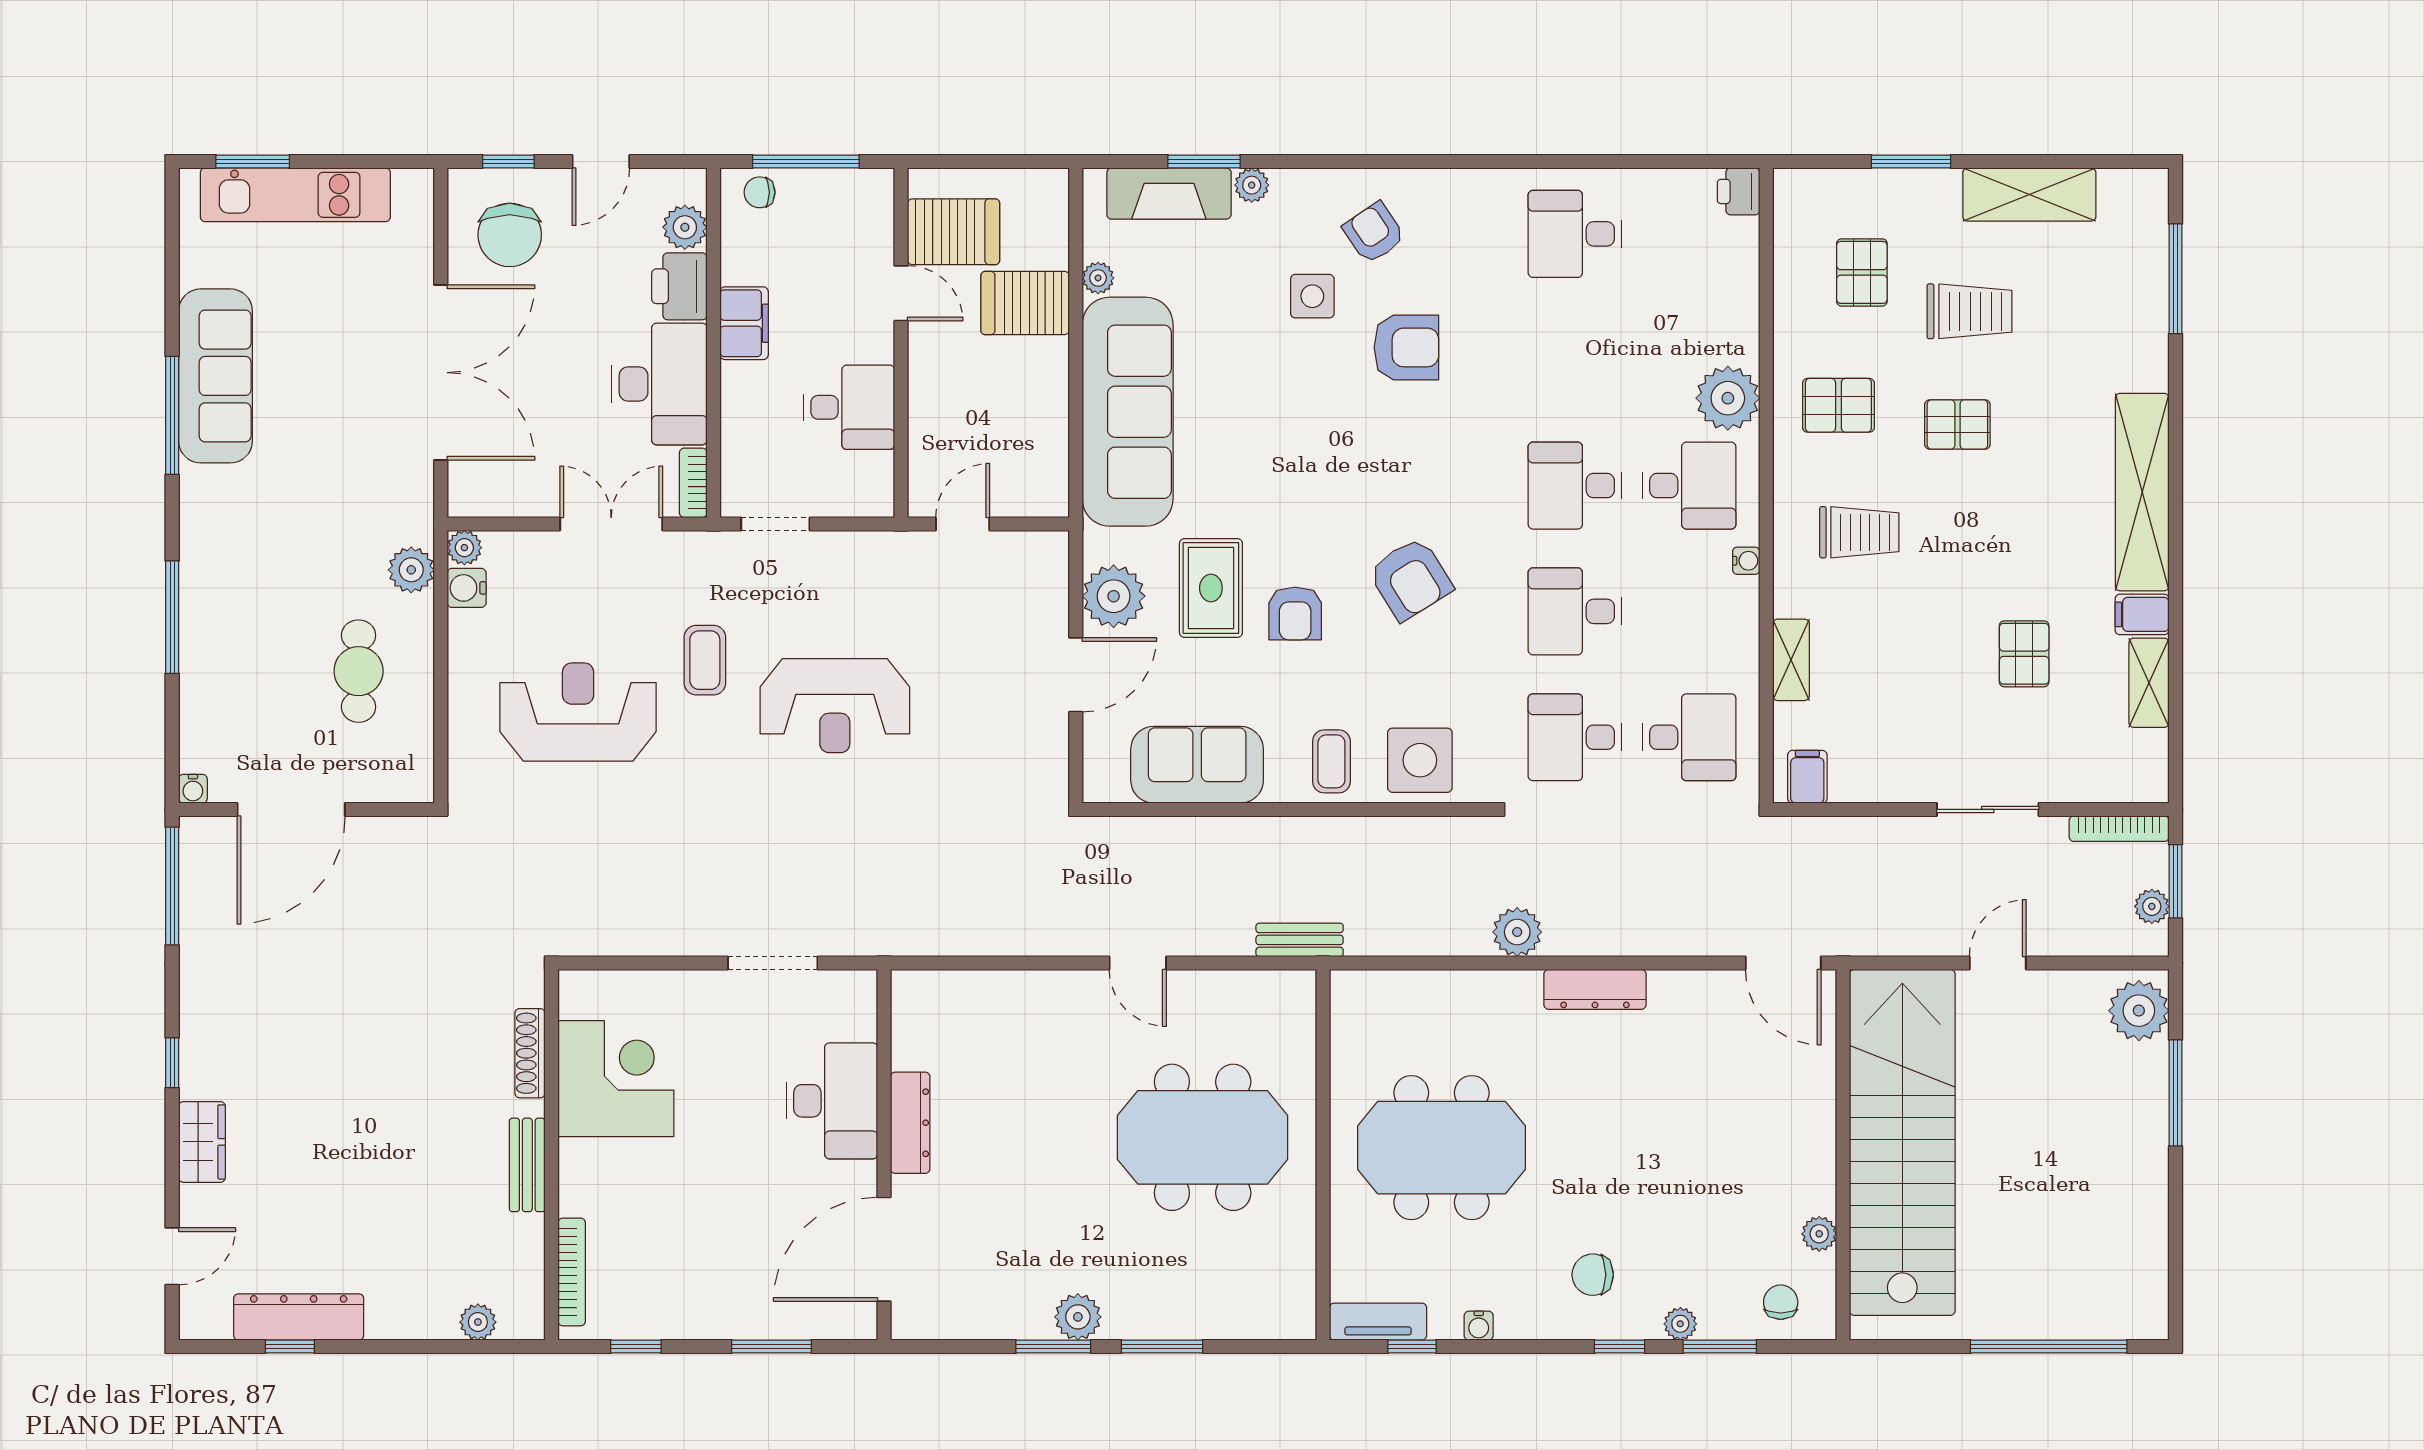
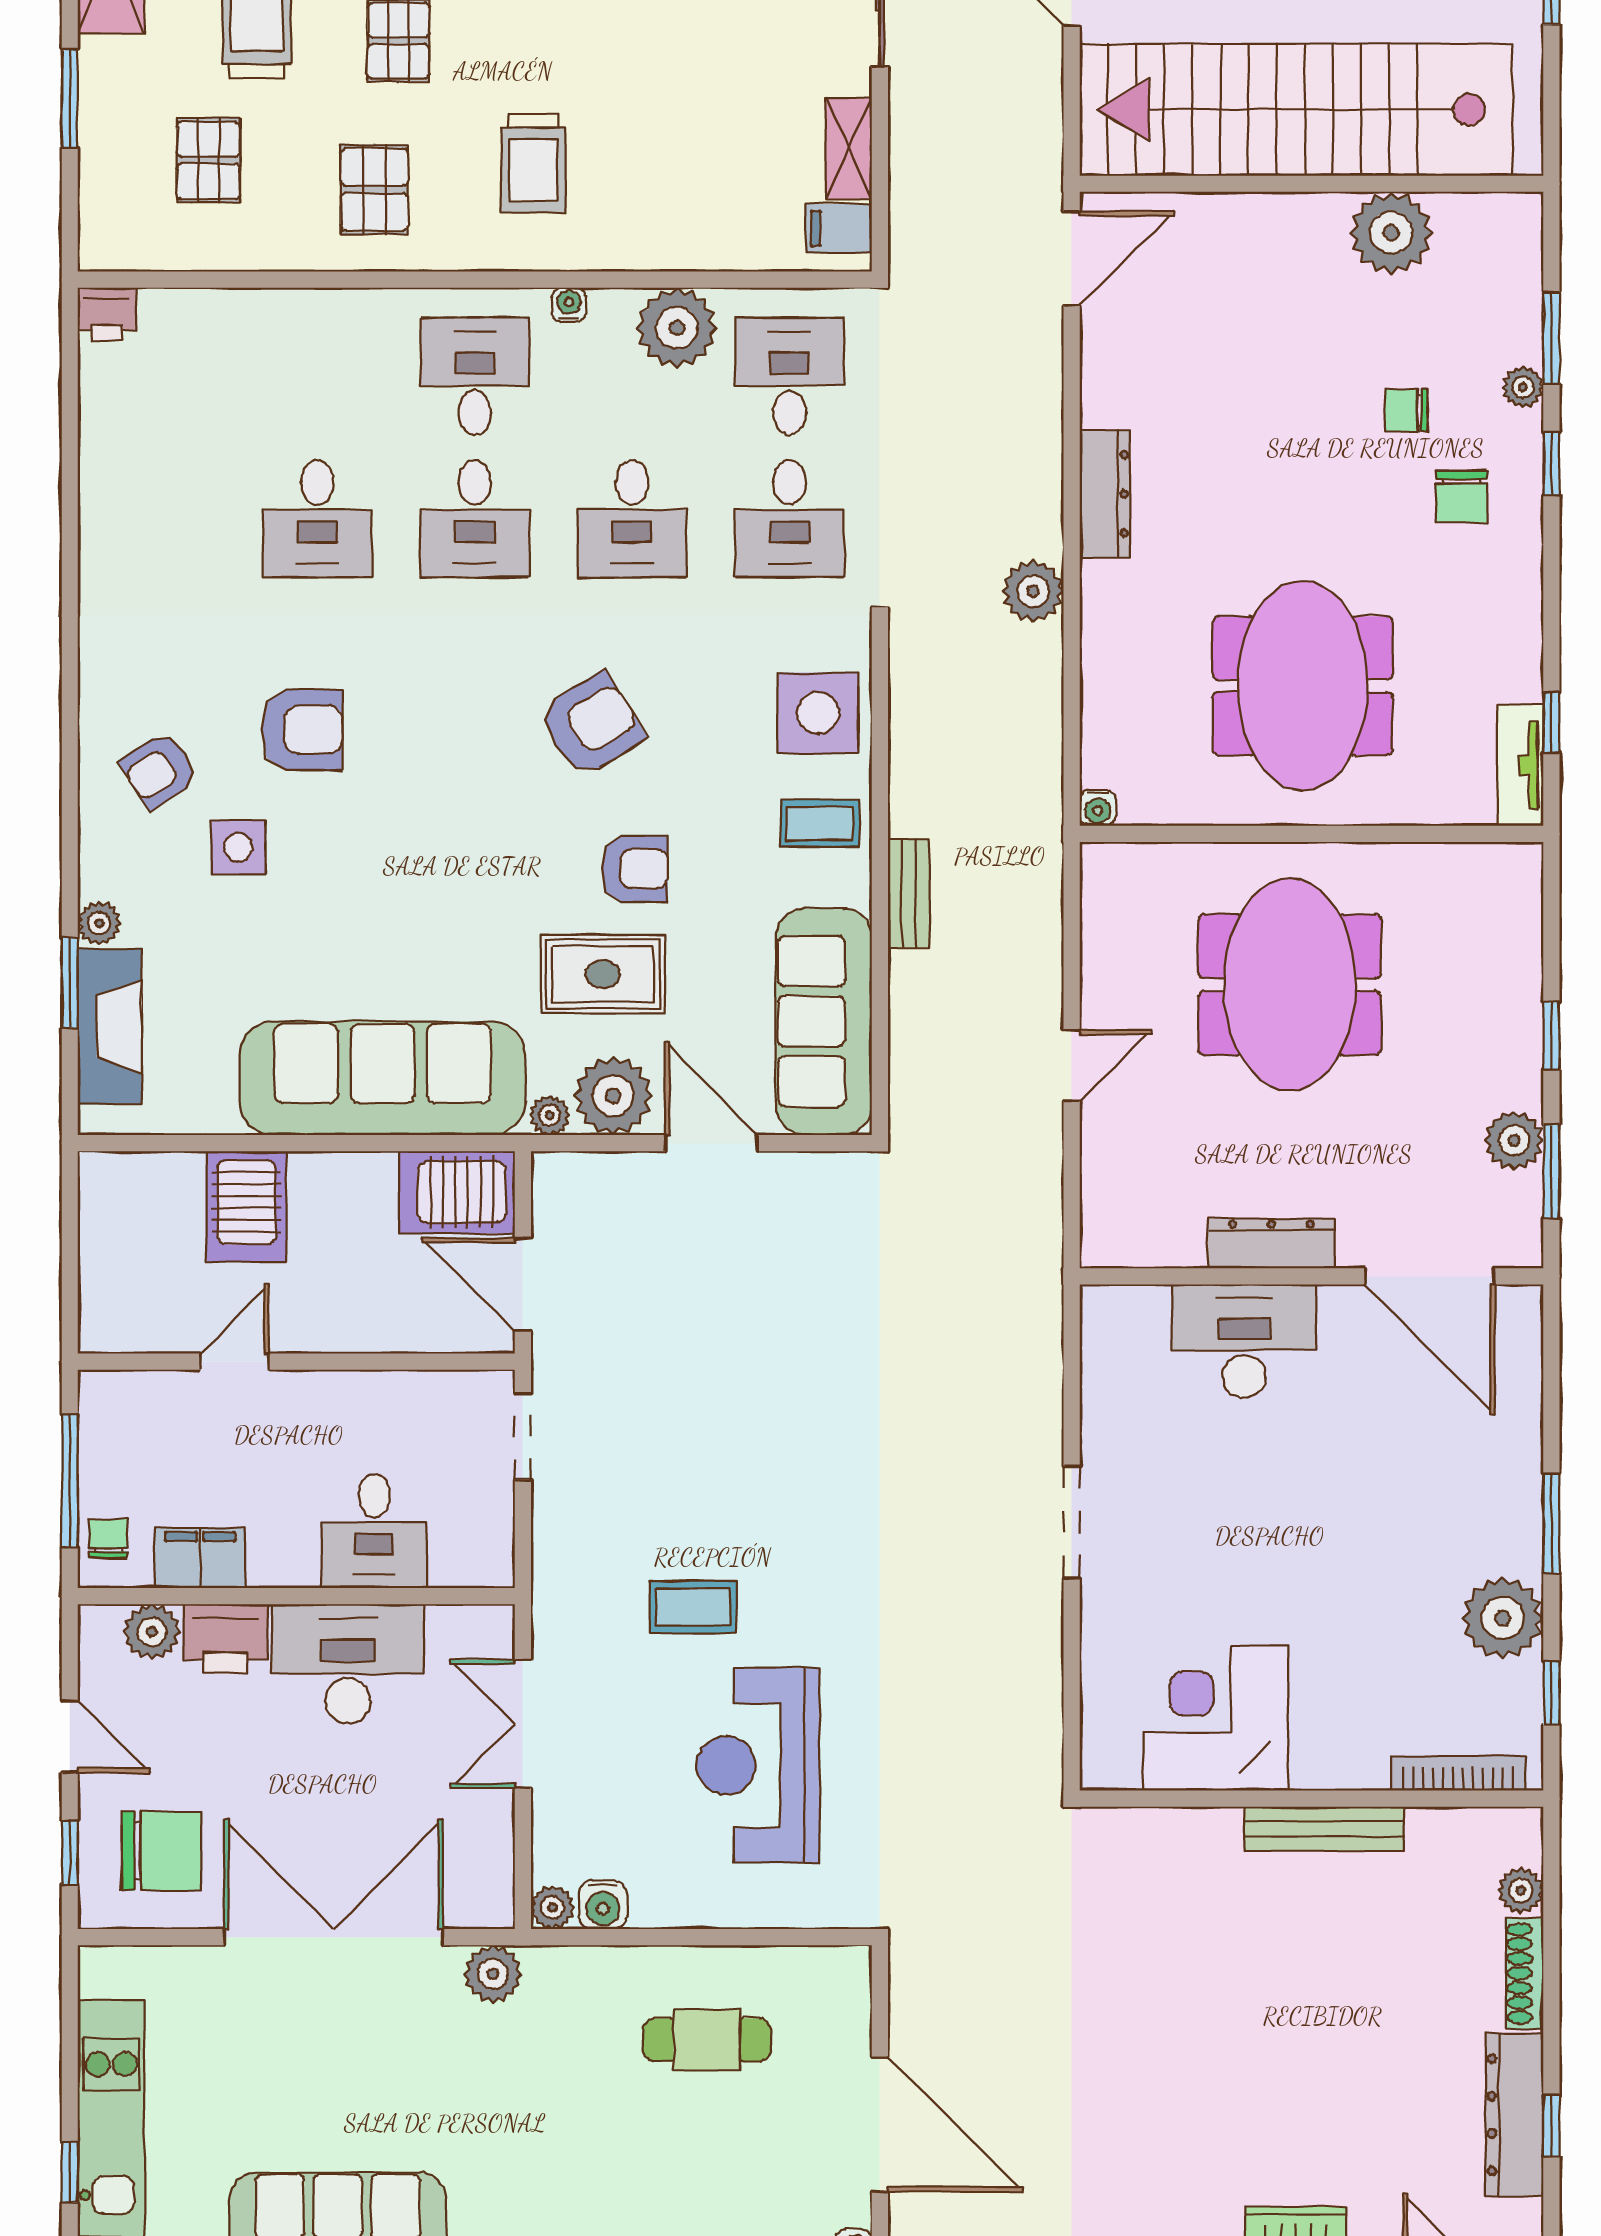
window: (253, 162) -> (70, 2172), width x0.67
chair: (760, 192) -> (108, 1538), turned 180
server rack: (954, 232) -> (457, 1192), moved, turned -90
desk: (1575, 234) -> (317, 519), moved
pallet: (1862, 272) -> (208, 160), turned 90
plant: (1098, 278) -> (550, 1115), moved
filing cabinet: (744, 323) -> (200, 1558), moved
armchair: (1406, 347) -> (302, 730), turned 90
plant: (1728, 398) -> (677, 328), moved
desk: (849, 407) -> (374, 1531), moved, turned 180
bookcase: (693, 483) -> (471, 1621), removed
doorway: (775, 524) -> (523, 1437), moved
door: (963, 524) -> (523, 1284), width x1.38
trolley: (1859, 532) -> (533, 163), turned 180
plant: (411, 570) -> (493, 1974), moved
shelving: (1791, 660) -> (849, 148), moved, turned 90
reception desk: (835, 706) -> (750, 1444), removed
sofa: (1197, 765) -> (824, 1021), width x1.36
bench: (1300, 940) -> (909, 893), moved
shoe rack: (530, 1053) -> (1524, 1973), moved, turned 90
desk: (832, 1101) -> (1244, 1341), moved
dresser: (910, 1123) -> (1272, 1244), moved
wall: (884, 1155) -> (1312, 1276), moved
bench: (527, 1165) -> (1324, 1829), width x1.36
plant: (1819, 1234) -> (1391, 233), width x1.87, depth x1.87
door: (884, 1249) -> (1430, 1276), moved
chair: (1781, 1302) -> (1406, 410), moved
plant: (696, 1308) -> (1503, 1618), added
water cooler: (1479, 1326) -> (1098, 808), moved, turned 90
window: (1162, 1347) -> (1551, 1035), width x0.67

